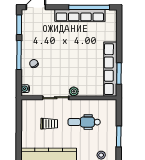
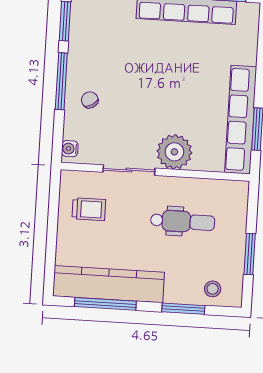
plant: (74, 91) -> (174, 152), width x1.88, depth x1.88
dental chair: (84, 122) -> (183, 221), turned 180
trolley: (49, 124) -> (89, 209), moved

